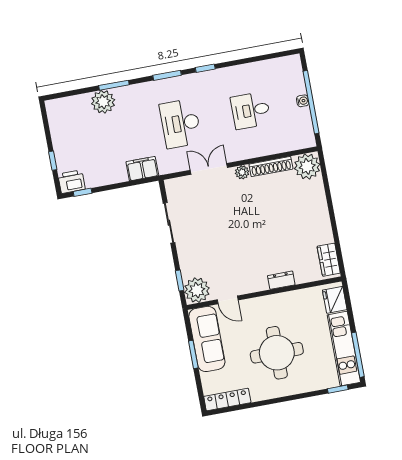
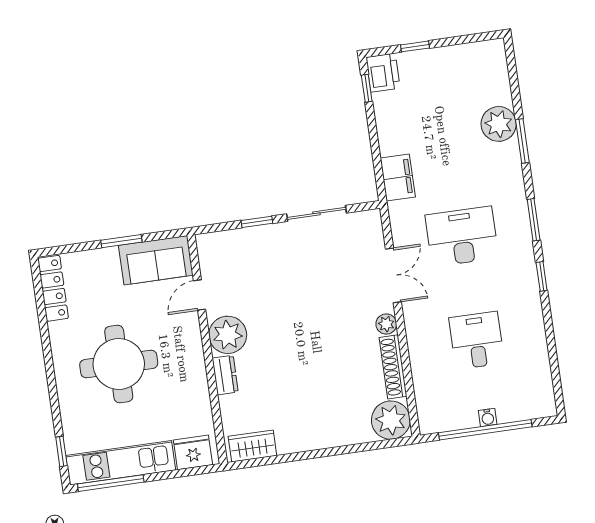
window: (180, 281) -> (257, 222), moved
plant: (197, 290) -> (228, 335), moved
sofa: (207, 339) -> (156, 260), width x0.73

